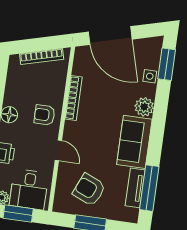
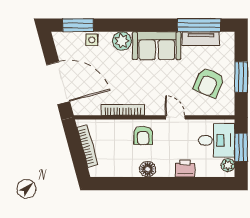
door: (110, 36) -> (58, 83), hinge flipped
door: (58, 150) -> (175, 117), hinge flipped

